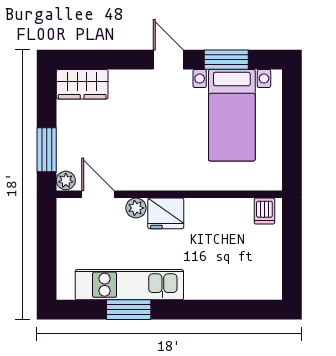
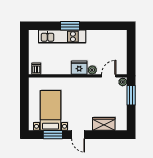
wardrobe: (82, 84) -> (104, 124), moved
door: (98, 194) -> (109, 76), swing flipped
kitchen unit: (129, 285) -> (62, 37), moved
window: (129, 310) -> (70, 26), moved

